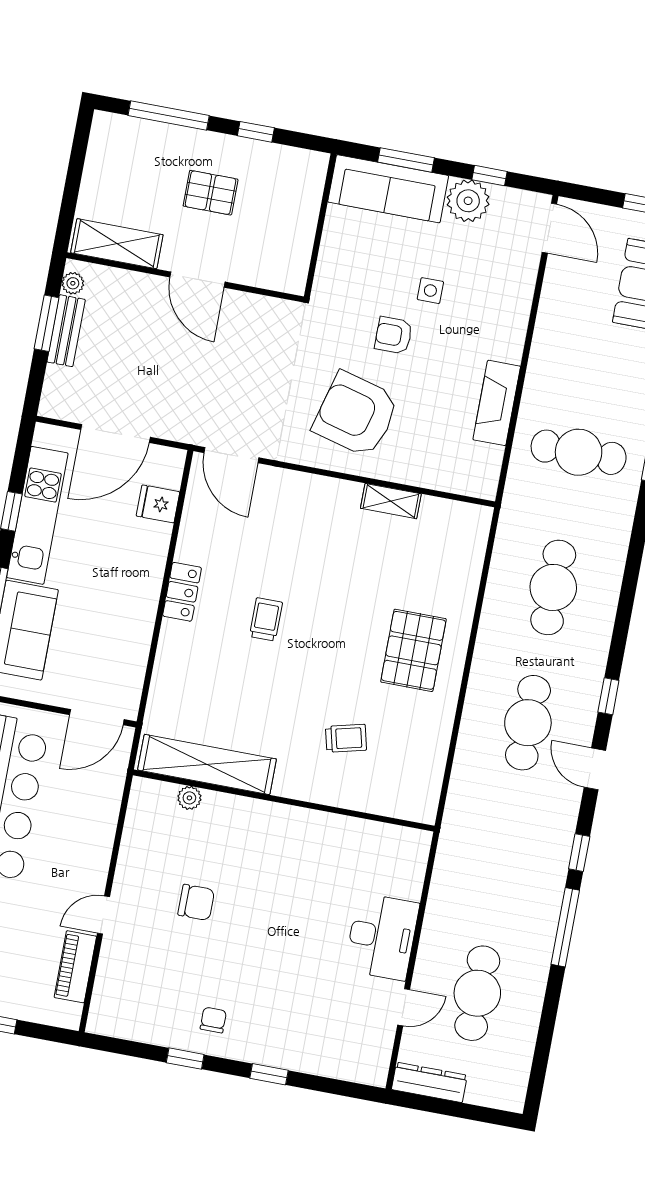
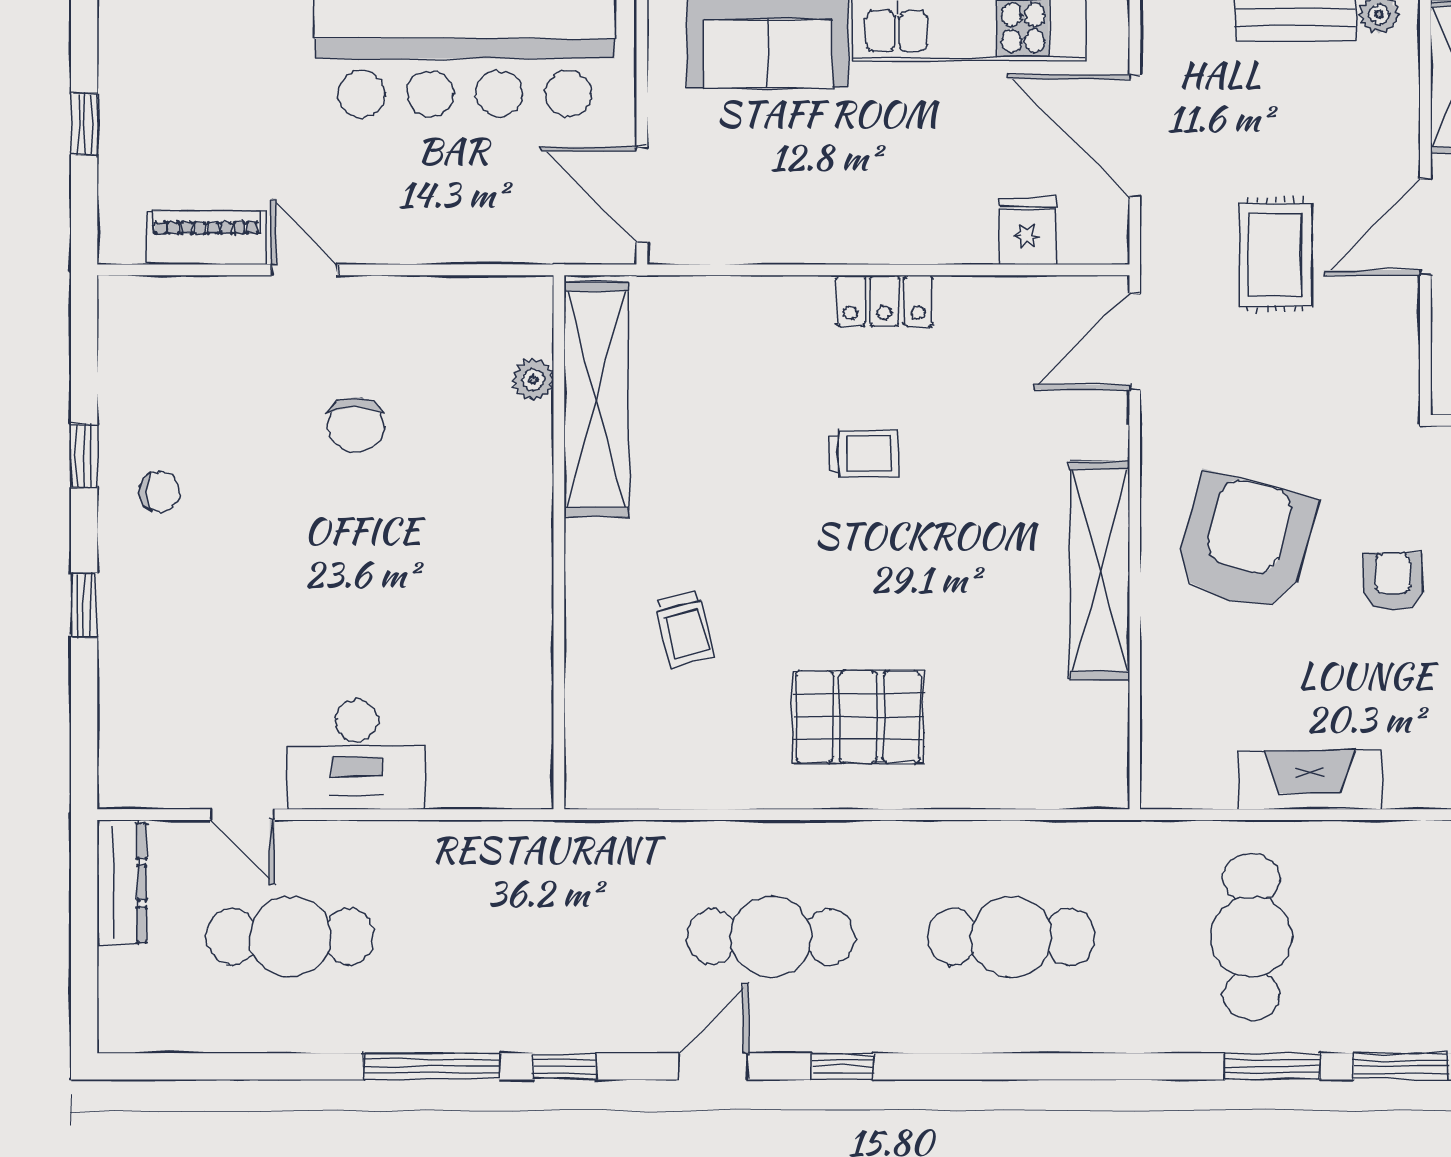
rug: (197, 367) -> (1275, 255), added
shelving: (391, 501) -> (1100, 570), width x2.20, depth x1.33

